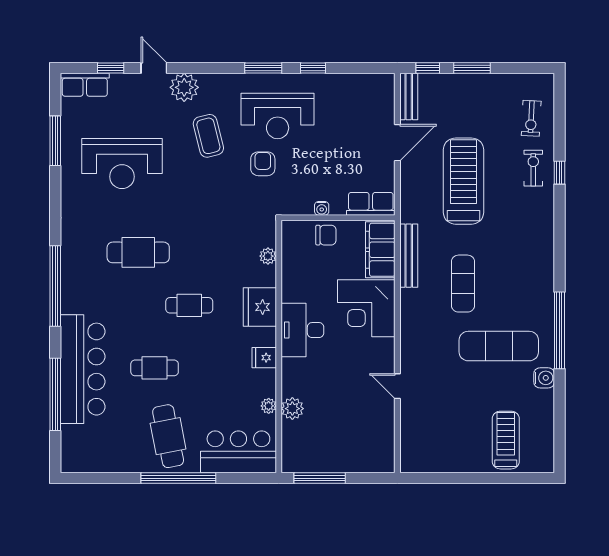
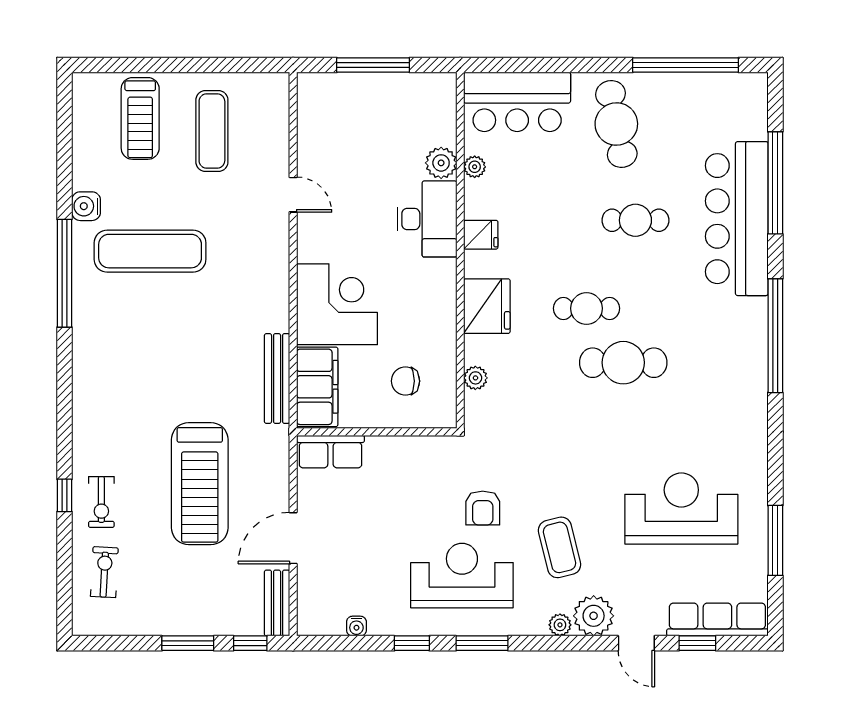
plant: (208, 81) -> (560, 625), added
row of seats: (85, 85) -> (717, 620), width x1.48
water cooler: (322, 208) -> (356, 626), moved, turned 180
chair: (326, 235) -> (405, 381), moved
cafe table: (138, 252) -> (623, 363), moved
exercise mat: (463, 284) -> (212, 131), moved
desk: (302, 330) -> (427, 219), moved
window: (178, 478) -> (686, 65), moved
window: (320, 478) -> (373, 65), moved

